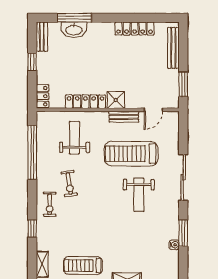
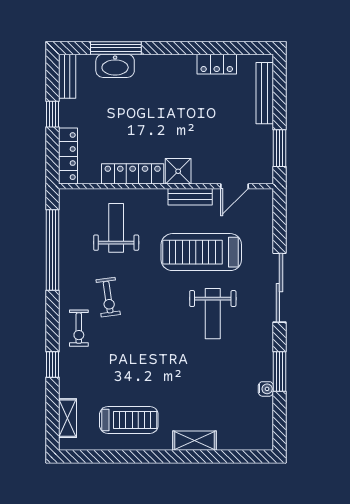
locker: (135, 29) -> (217, 64), width x0.66
locker: (42, 96) -> (68, 156), width x1.53
treadmill: (83, 265) -> (129, 420), turned 180

